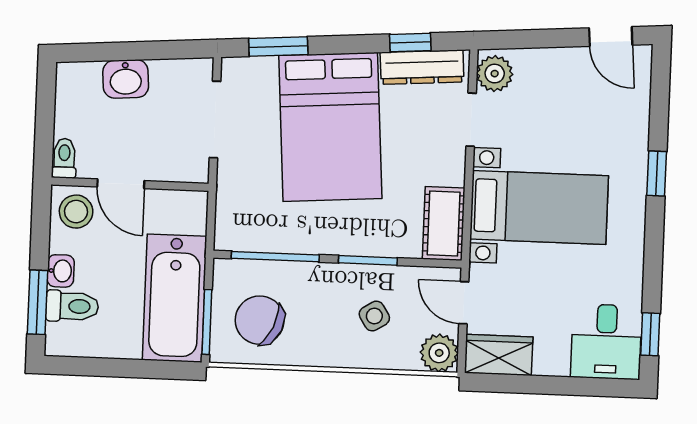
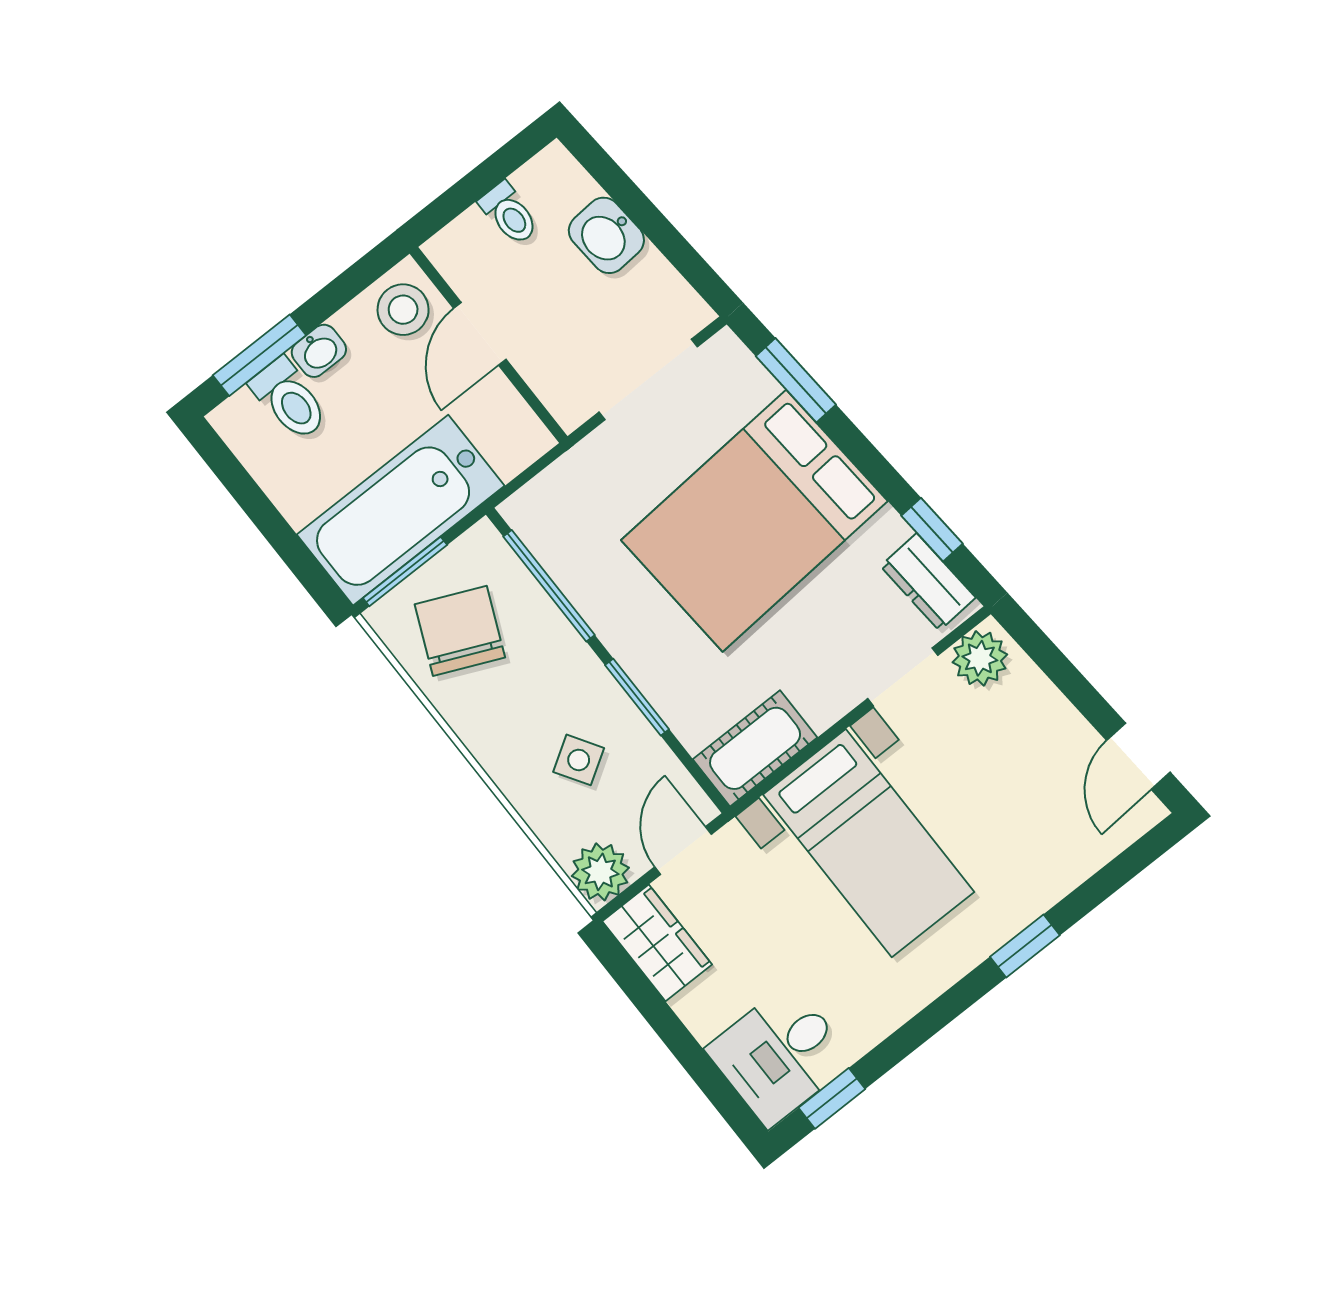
dresser: (422, 67) -> (928, 582), width x0.70
toilet: (64, 158) -> (509, 214), moved, turned 90

